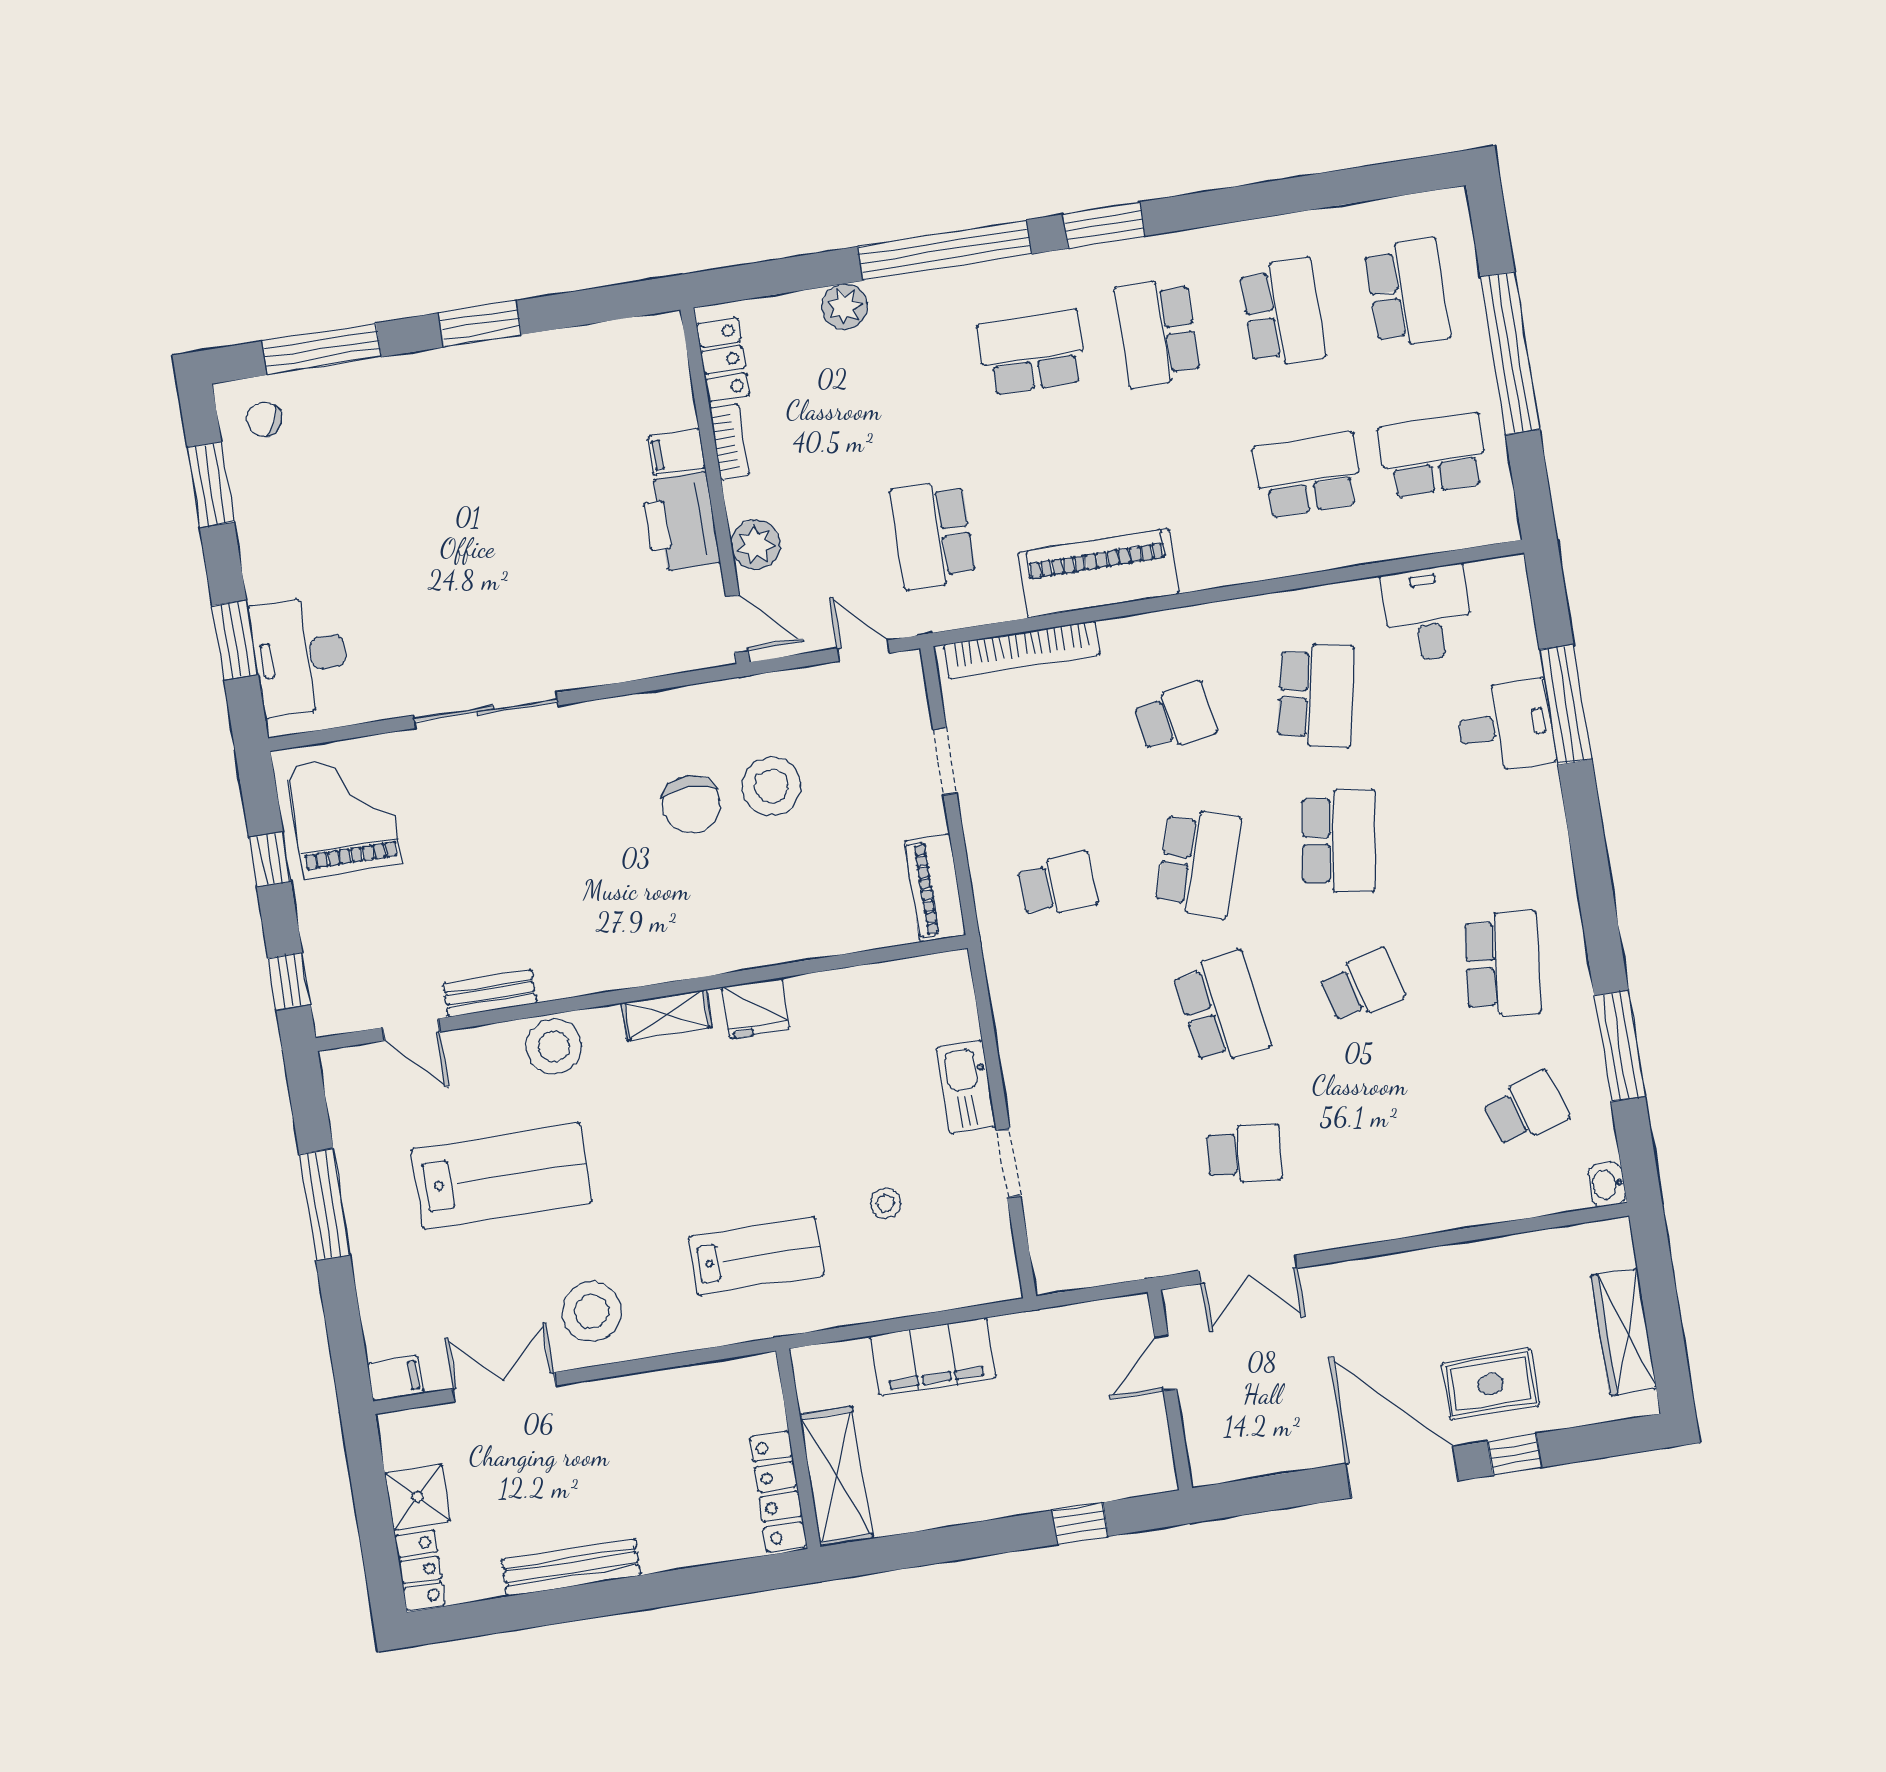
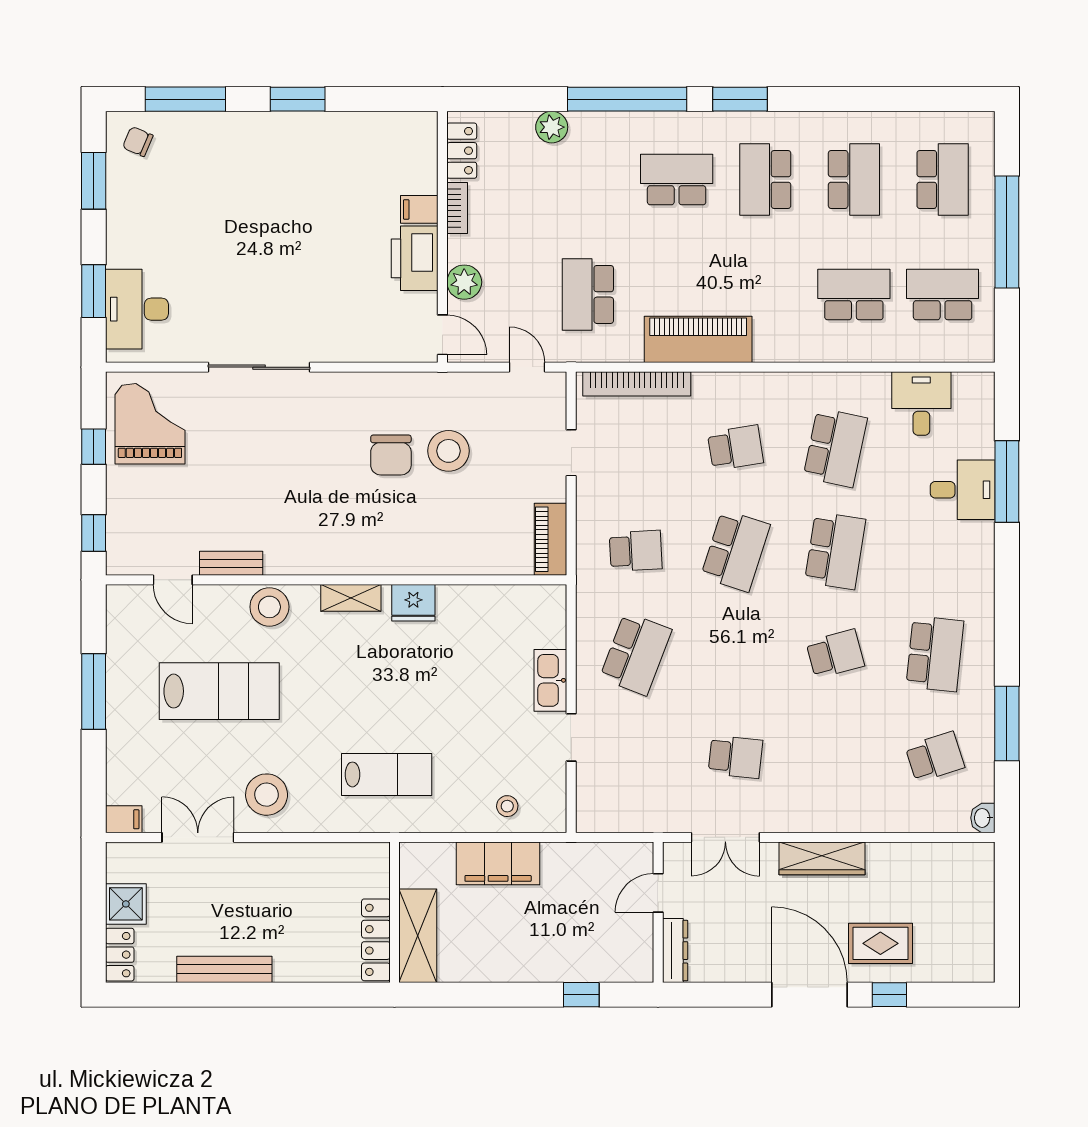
school desk: (1221, 1008) -> (636, 654), moved, turned 30
stool: (885, 1203) -> (507, 806), moved
wardrobe: (1624, 1332) -> (822, 858), moved, turned -90
dresser: (1202, 1440) -> (675, 951), added

